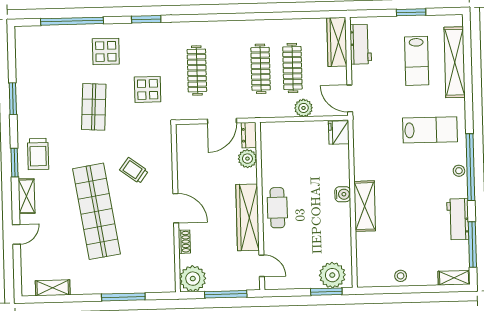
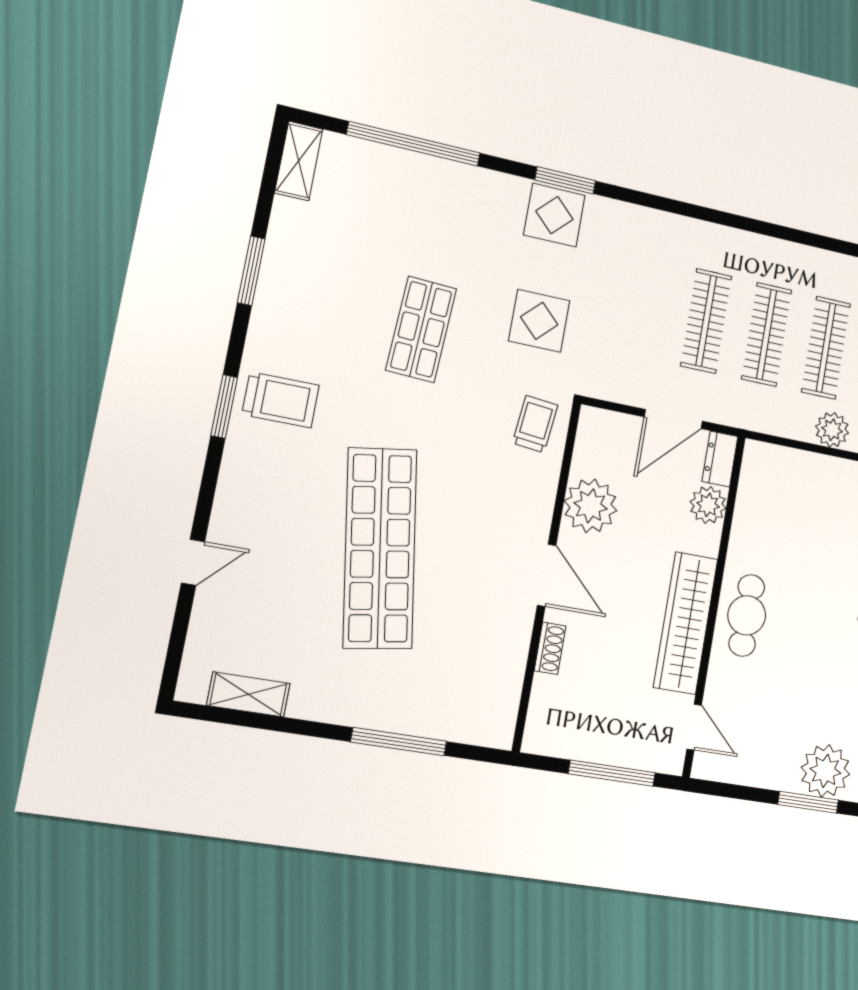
display table: (106, 51) -> (554, 215), moved
clothes rail: (197, 70) -> (706, 321), moved
trolley: (38, 154) -> (281, 400), turned -90
trolley: (134, 170) -> (535, 424), moved, turned 60
shelving: (27, 196) -> (299, 161), moved
plant: (193, 279) -> (591, 506), moved

